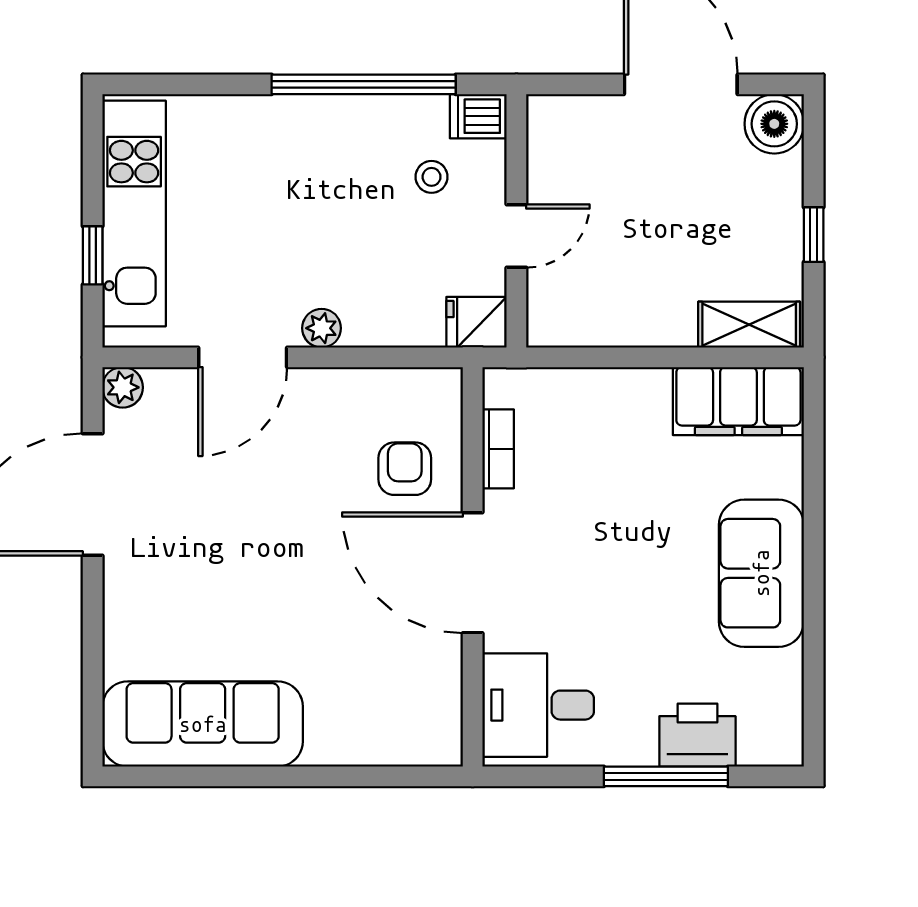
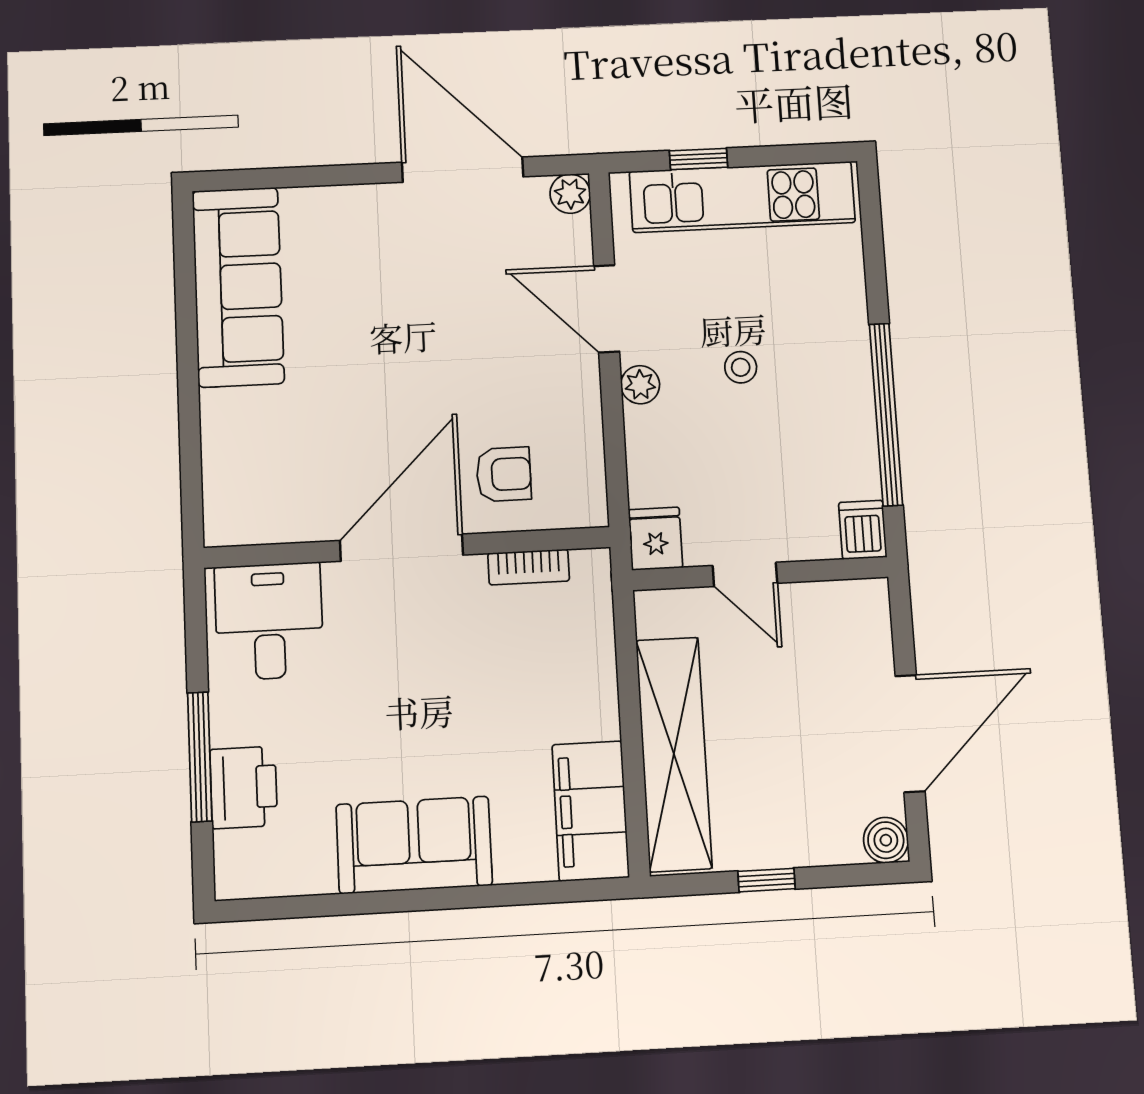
boiler: (774, 124) -> (886, 840), width x0.73, depth x0.73
stool: (432, 177) -> (741, 367), moved
shelving: (749, 325) -> (674, 754), width x2.20, depth x1.33

